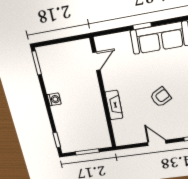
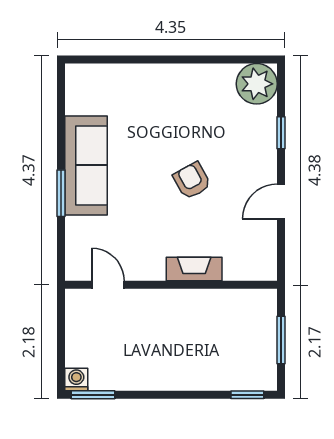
window: (142, 26) -> (61, 193), width x1.50
washing machine: (54, 99) -> (76, 379), moved

